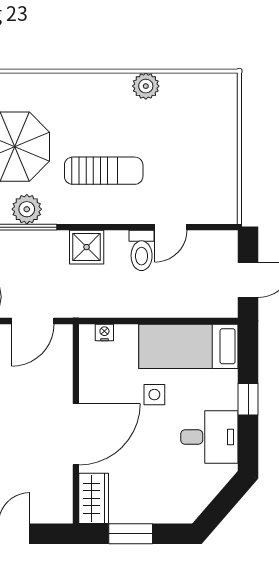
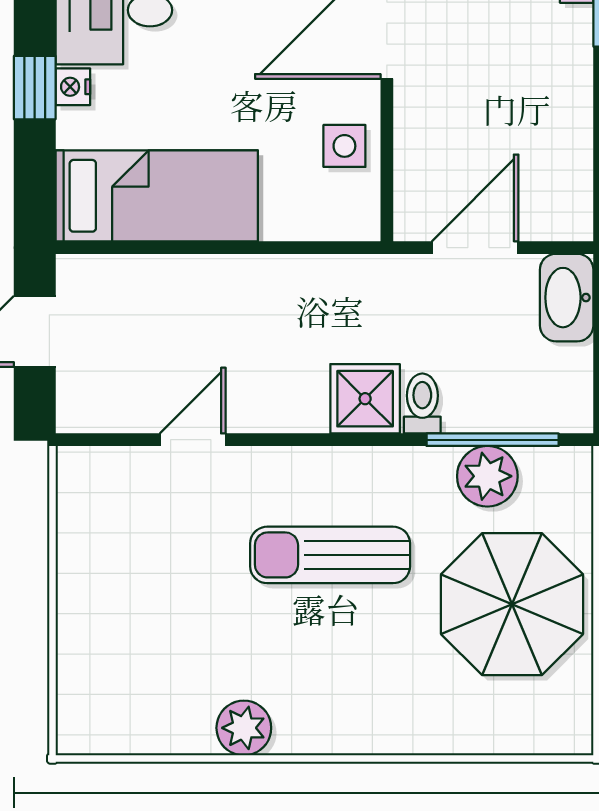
toilet: (142, 250) -> (422, 403), moved, width x0.73, depth x0.72
nightstand: (104, 333) -> (73, 87), moved, turned 90
side table: (154, 395) -> (344, 146), moved

